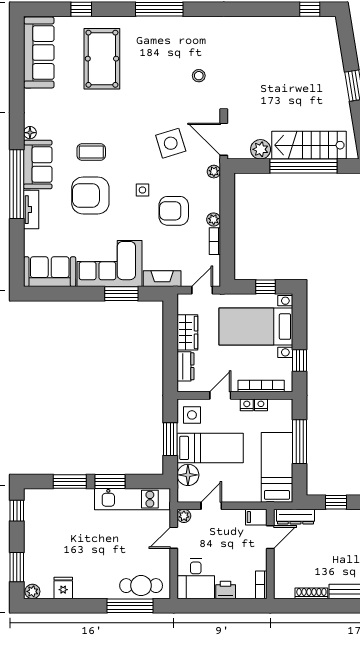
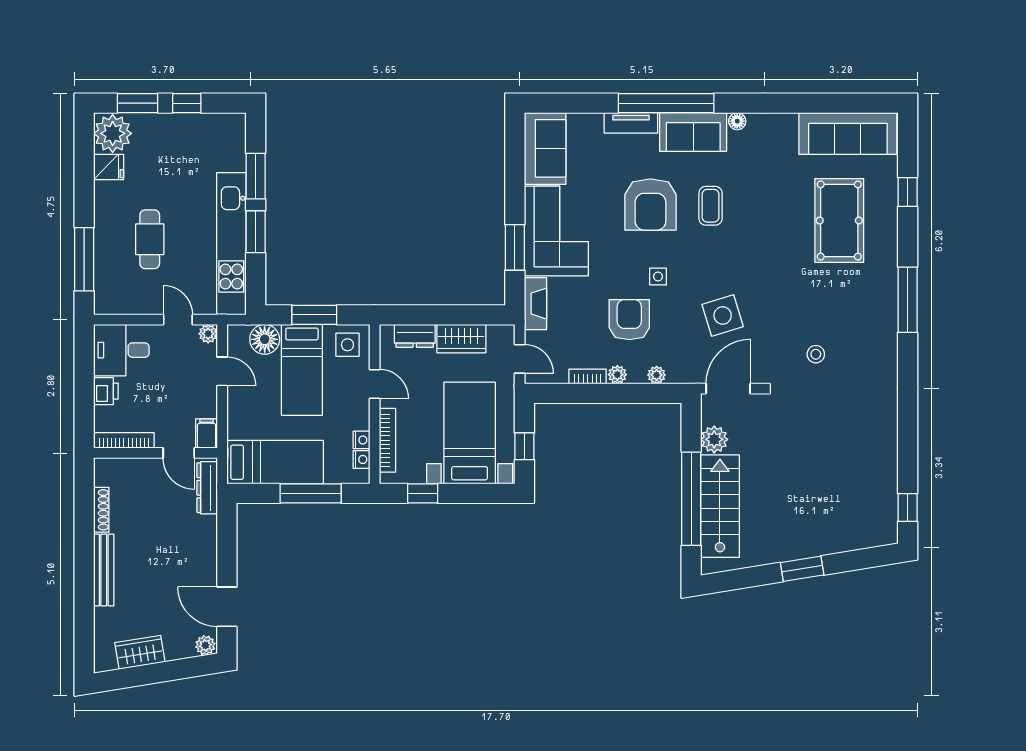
pool table: (102, 59) -> (839, 221), turned 90
plant: (214, 172) -> (657, 375), moved
armchair: (90, 195) -> (650, 205), turned 180
nightstand: (247, 405) -> (361, 459), moved
kitchen unit: (132, 499) -> (231, 244), width x1.36
window: (336, 502) -> (227, 544), removed
window: (17, 511) -> (187, 103), moved
bookcase: (261, 585) -> (124, 440), width x1.56
cafe table: (141, 586) -> (150, 239), moved
plant: (32, 591) -> (113, 133), width x1.88, depth x1.88

